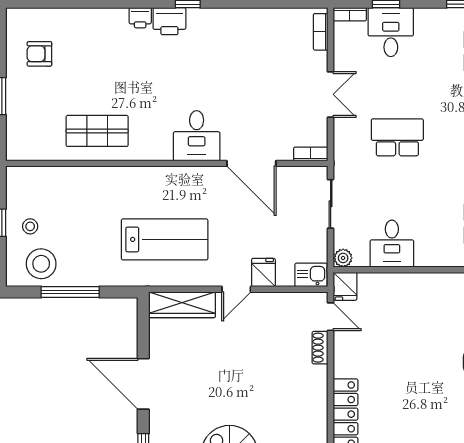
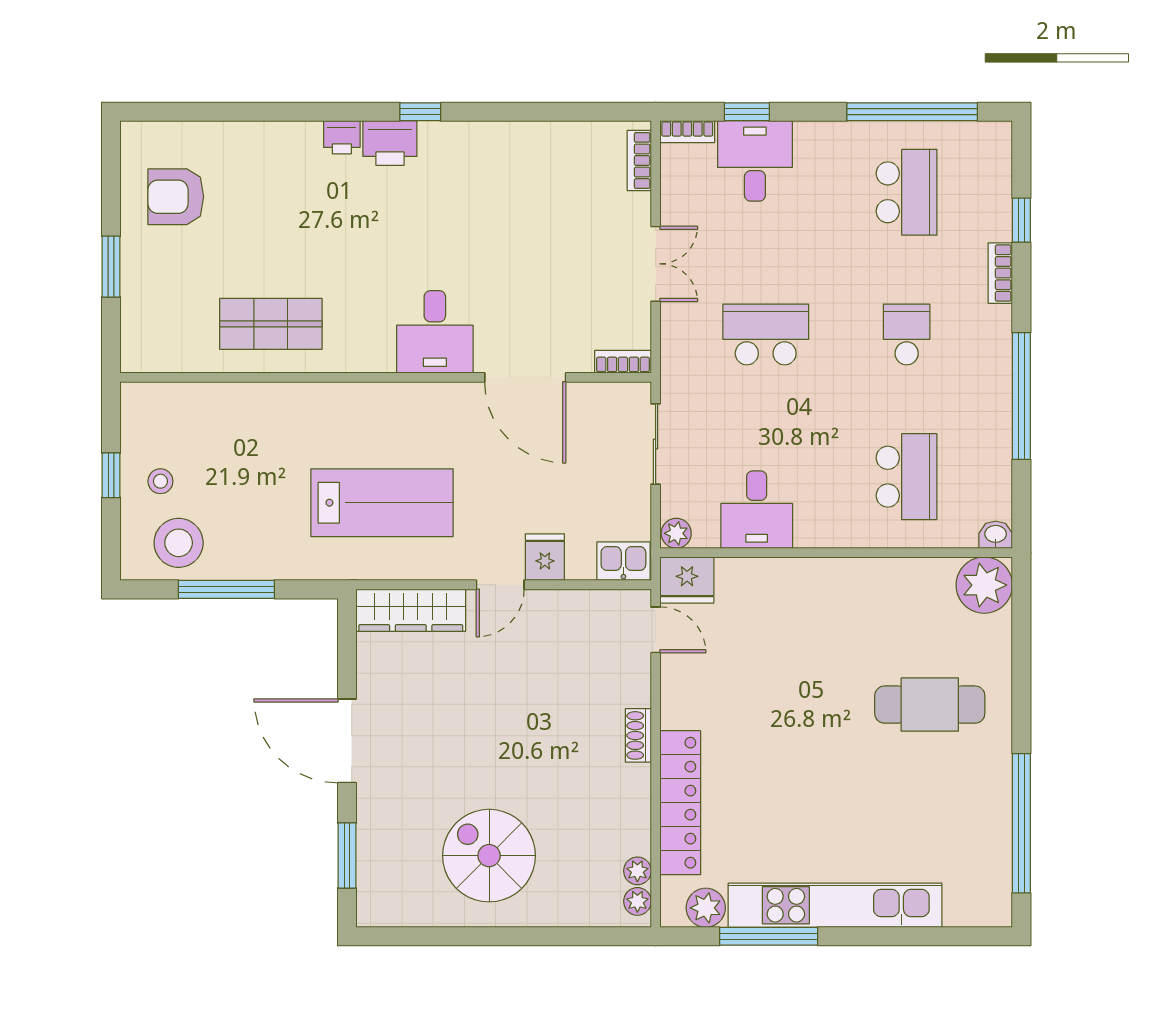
armchair: (39, 54) -> (176, 197), width x1.38, depth x1.38
fridge: (345, 286) -> (687, 580), width x1.38
shoe rack: (320, 348) -> (638, 735), moved

